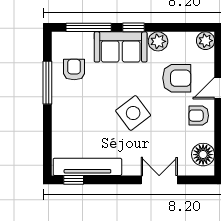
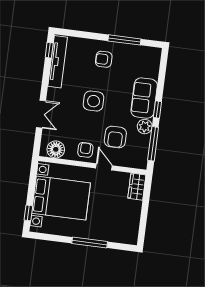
window: (89, 27) -> (153, 144), moved
plant: (206, 41) -> (141, 162), removed
armchair: (74, 70) -> (104, 59), moved, turned 180
side table: (133, 113) -> (94, 101), turned 37

